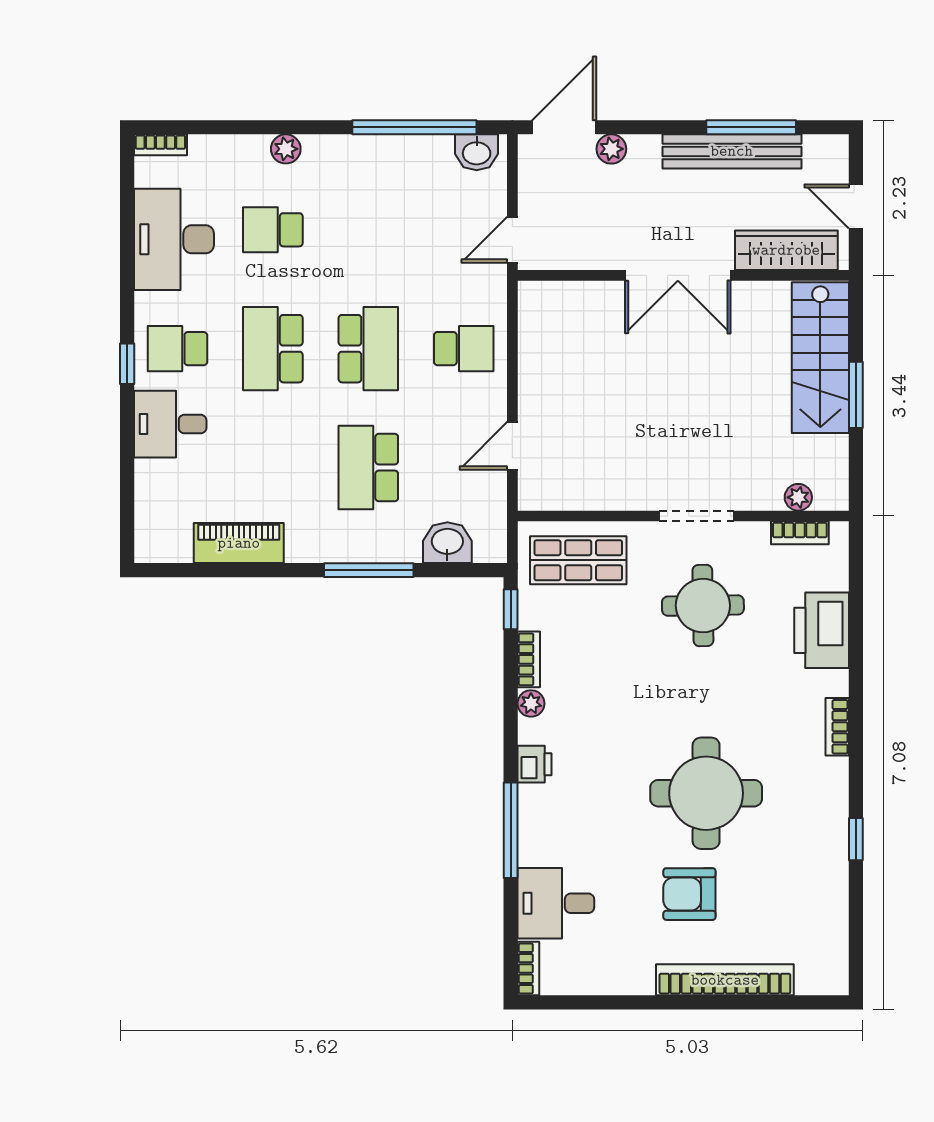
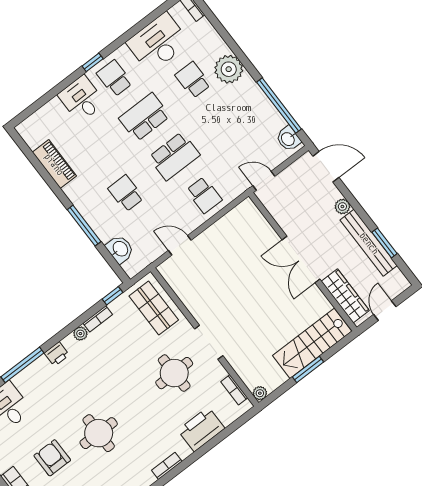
window: (751, 127) -> (384, 243), width x0.69
plant: (286, 149) -> (229, 69), width x1.88, depth x1.88
plant: (611, 149) -> (342, 207), moved
school desk: (368, 468) -> (126, 193), width x0.54
plant: (798, 497) -> (260, 393), moved
round table: (706, 793) -> (99, 433), width x0.73, depth x0.73

